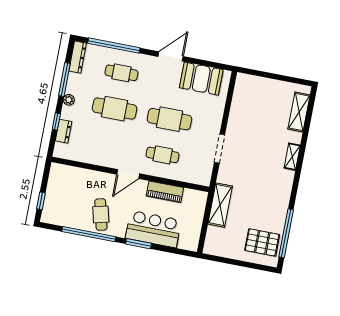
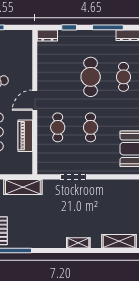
plant: (69, 100) -> (90, 35), removed
cafe table: (169, 119) -> (91, 127), width x0.73, depth x0.74
dresser: (64, 131) -> (47, 35), moved
door: (128, 174) -> (35, 100), hinge flipped

